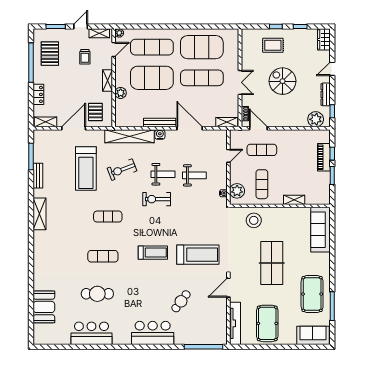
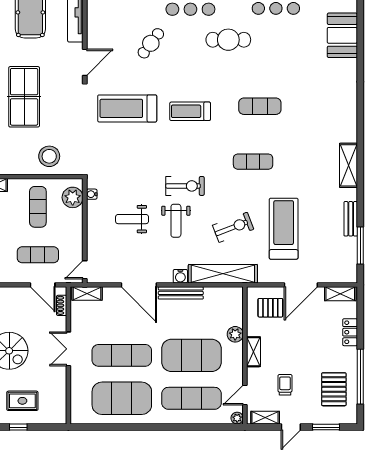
pallet: (95, 112) -> (270, 308), turned 90
door: (228, 156) -> (85, 270), moved
weight bench: (163, 174) -> (176, 221), turned -90
cafe table: (97, 294) -> (228, 40), moved

